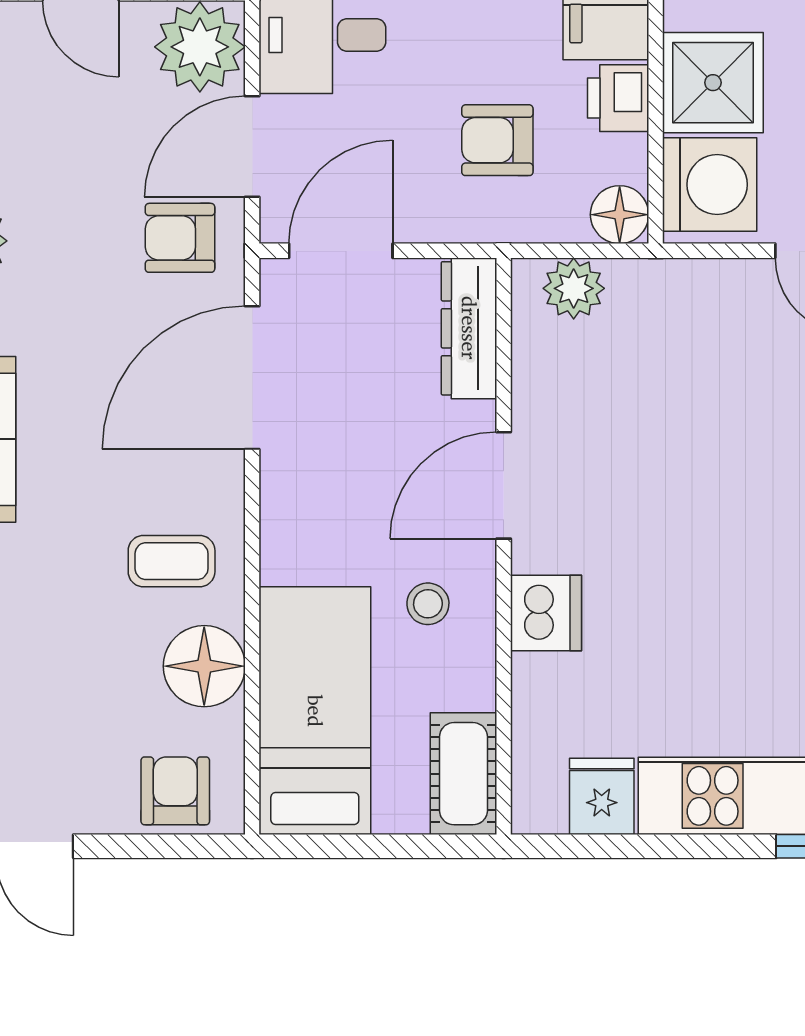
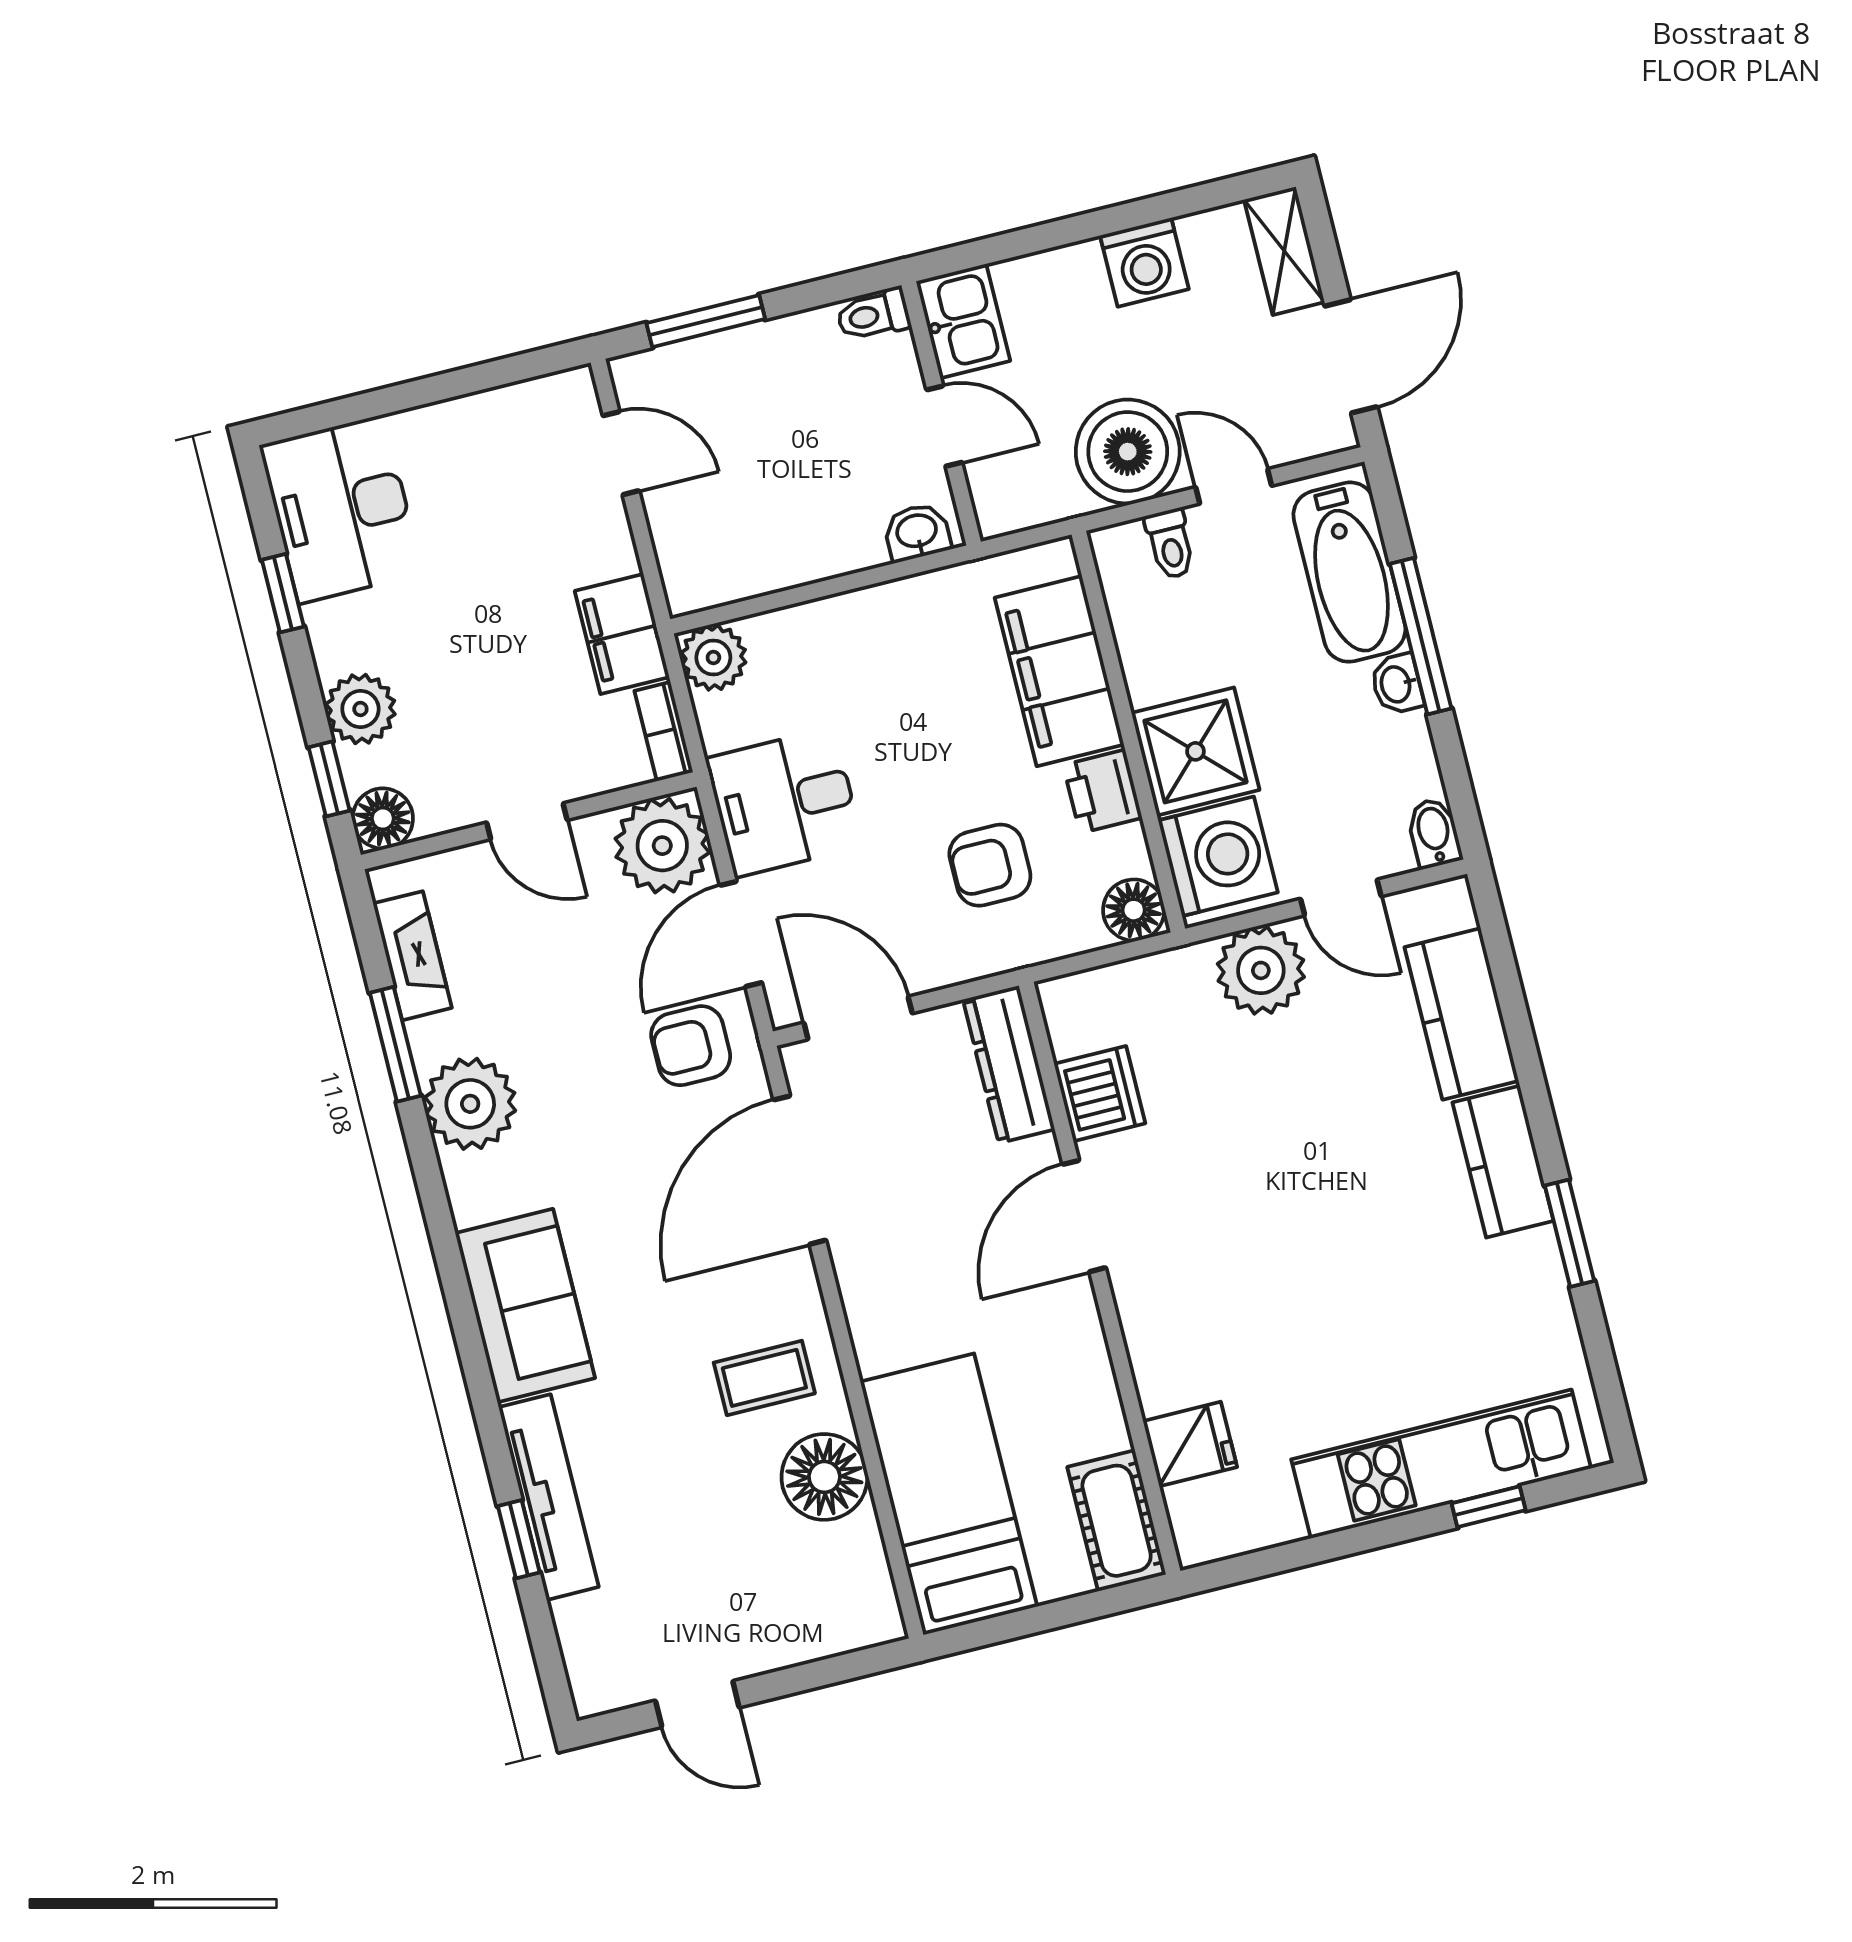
door: (341, 251) -> (858, 1018), hinge flipped
plant: (574, 288) -> (1261, 970), moved, width x1.36, depth x1.36
stool: (428, 604) -> (1037, 1356), removed
dishwasher: (546, 613) -> (1100, 1094), moved
armchair: (175, 791) -> (827, 1612), removed
fridge: (602, 796) -> (1190, 1444), moved, turned 90

